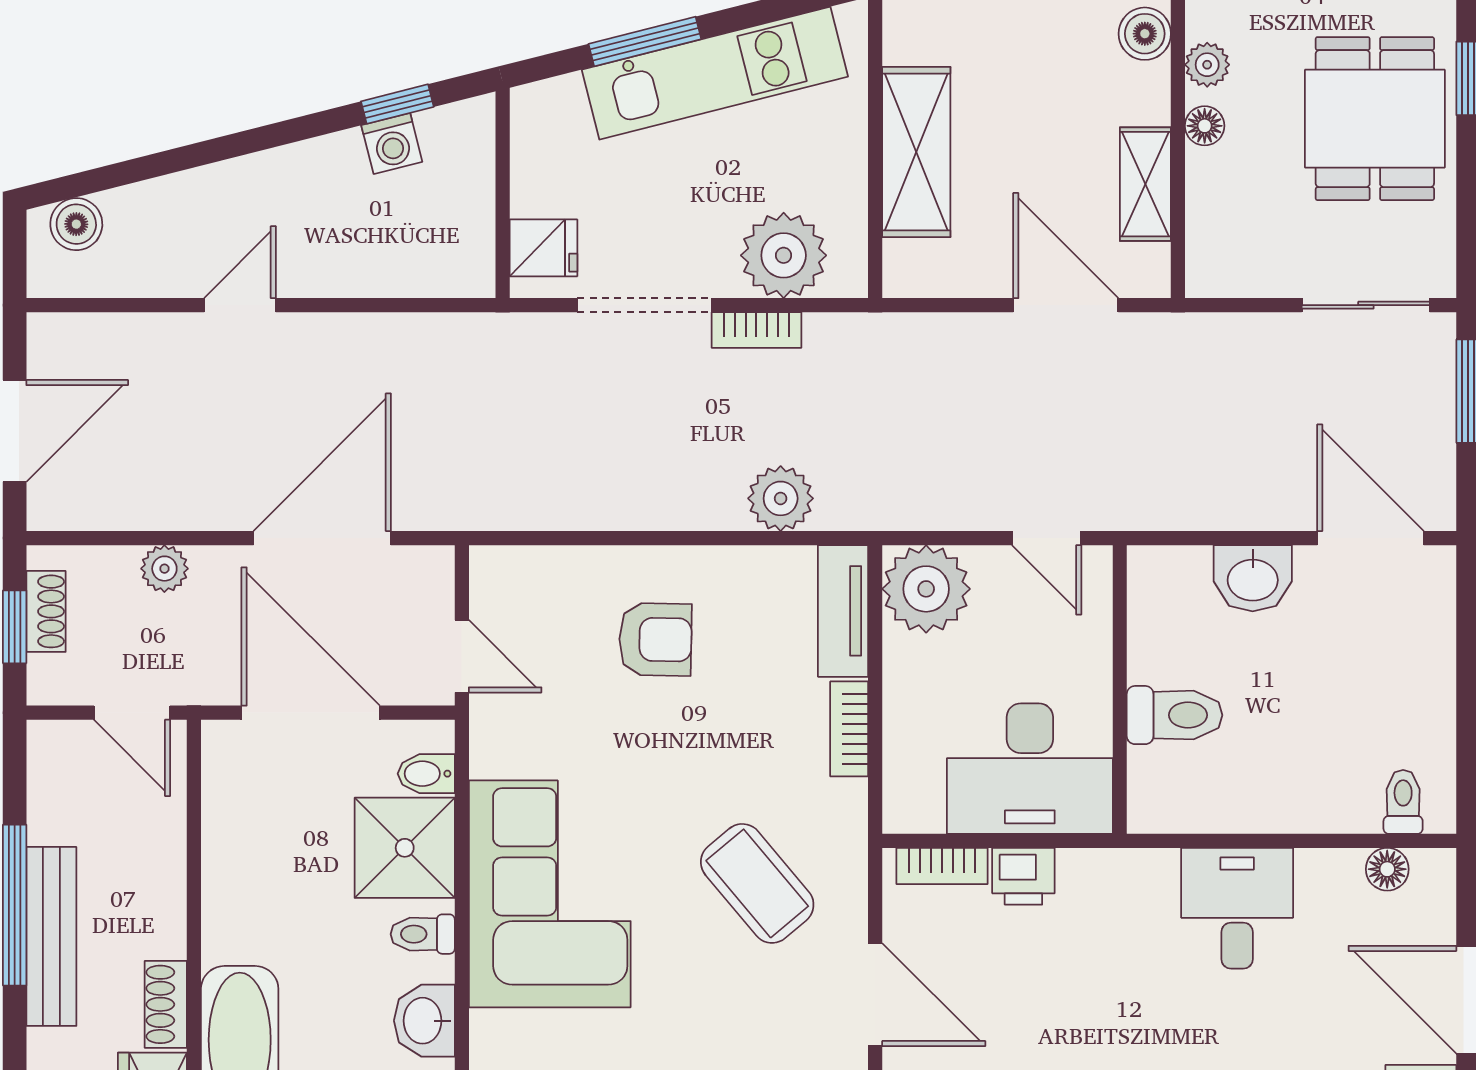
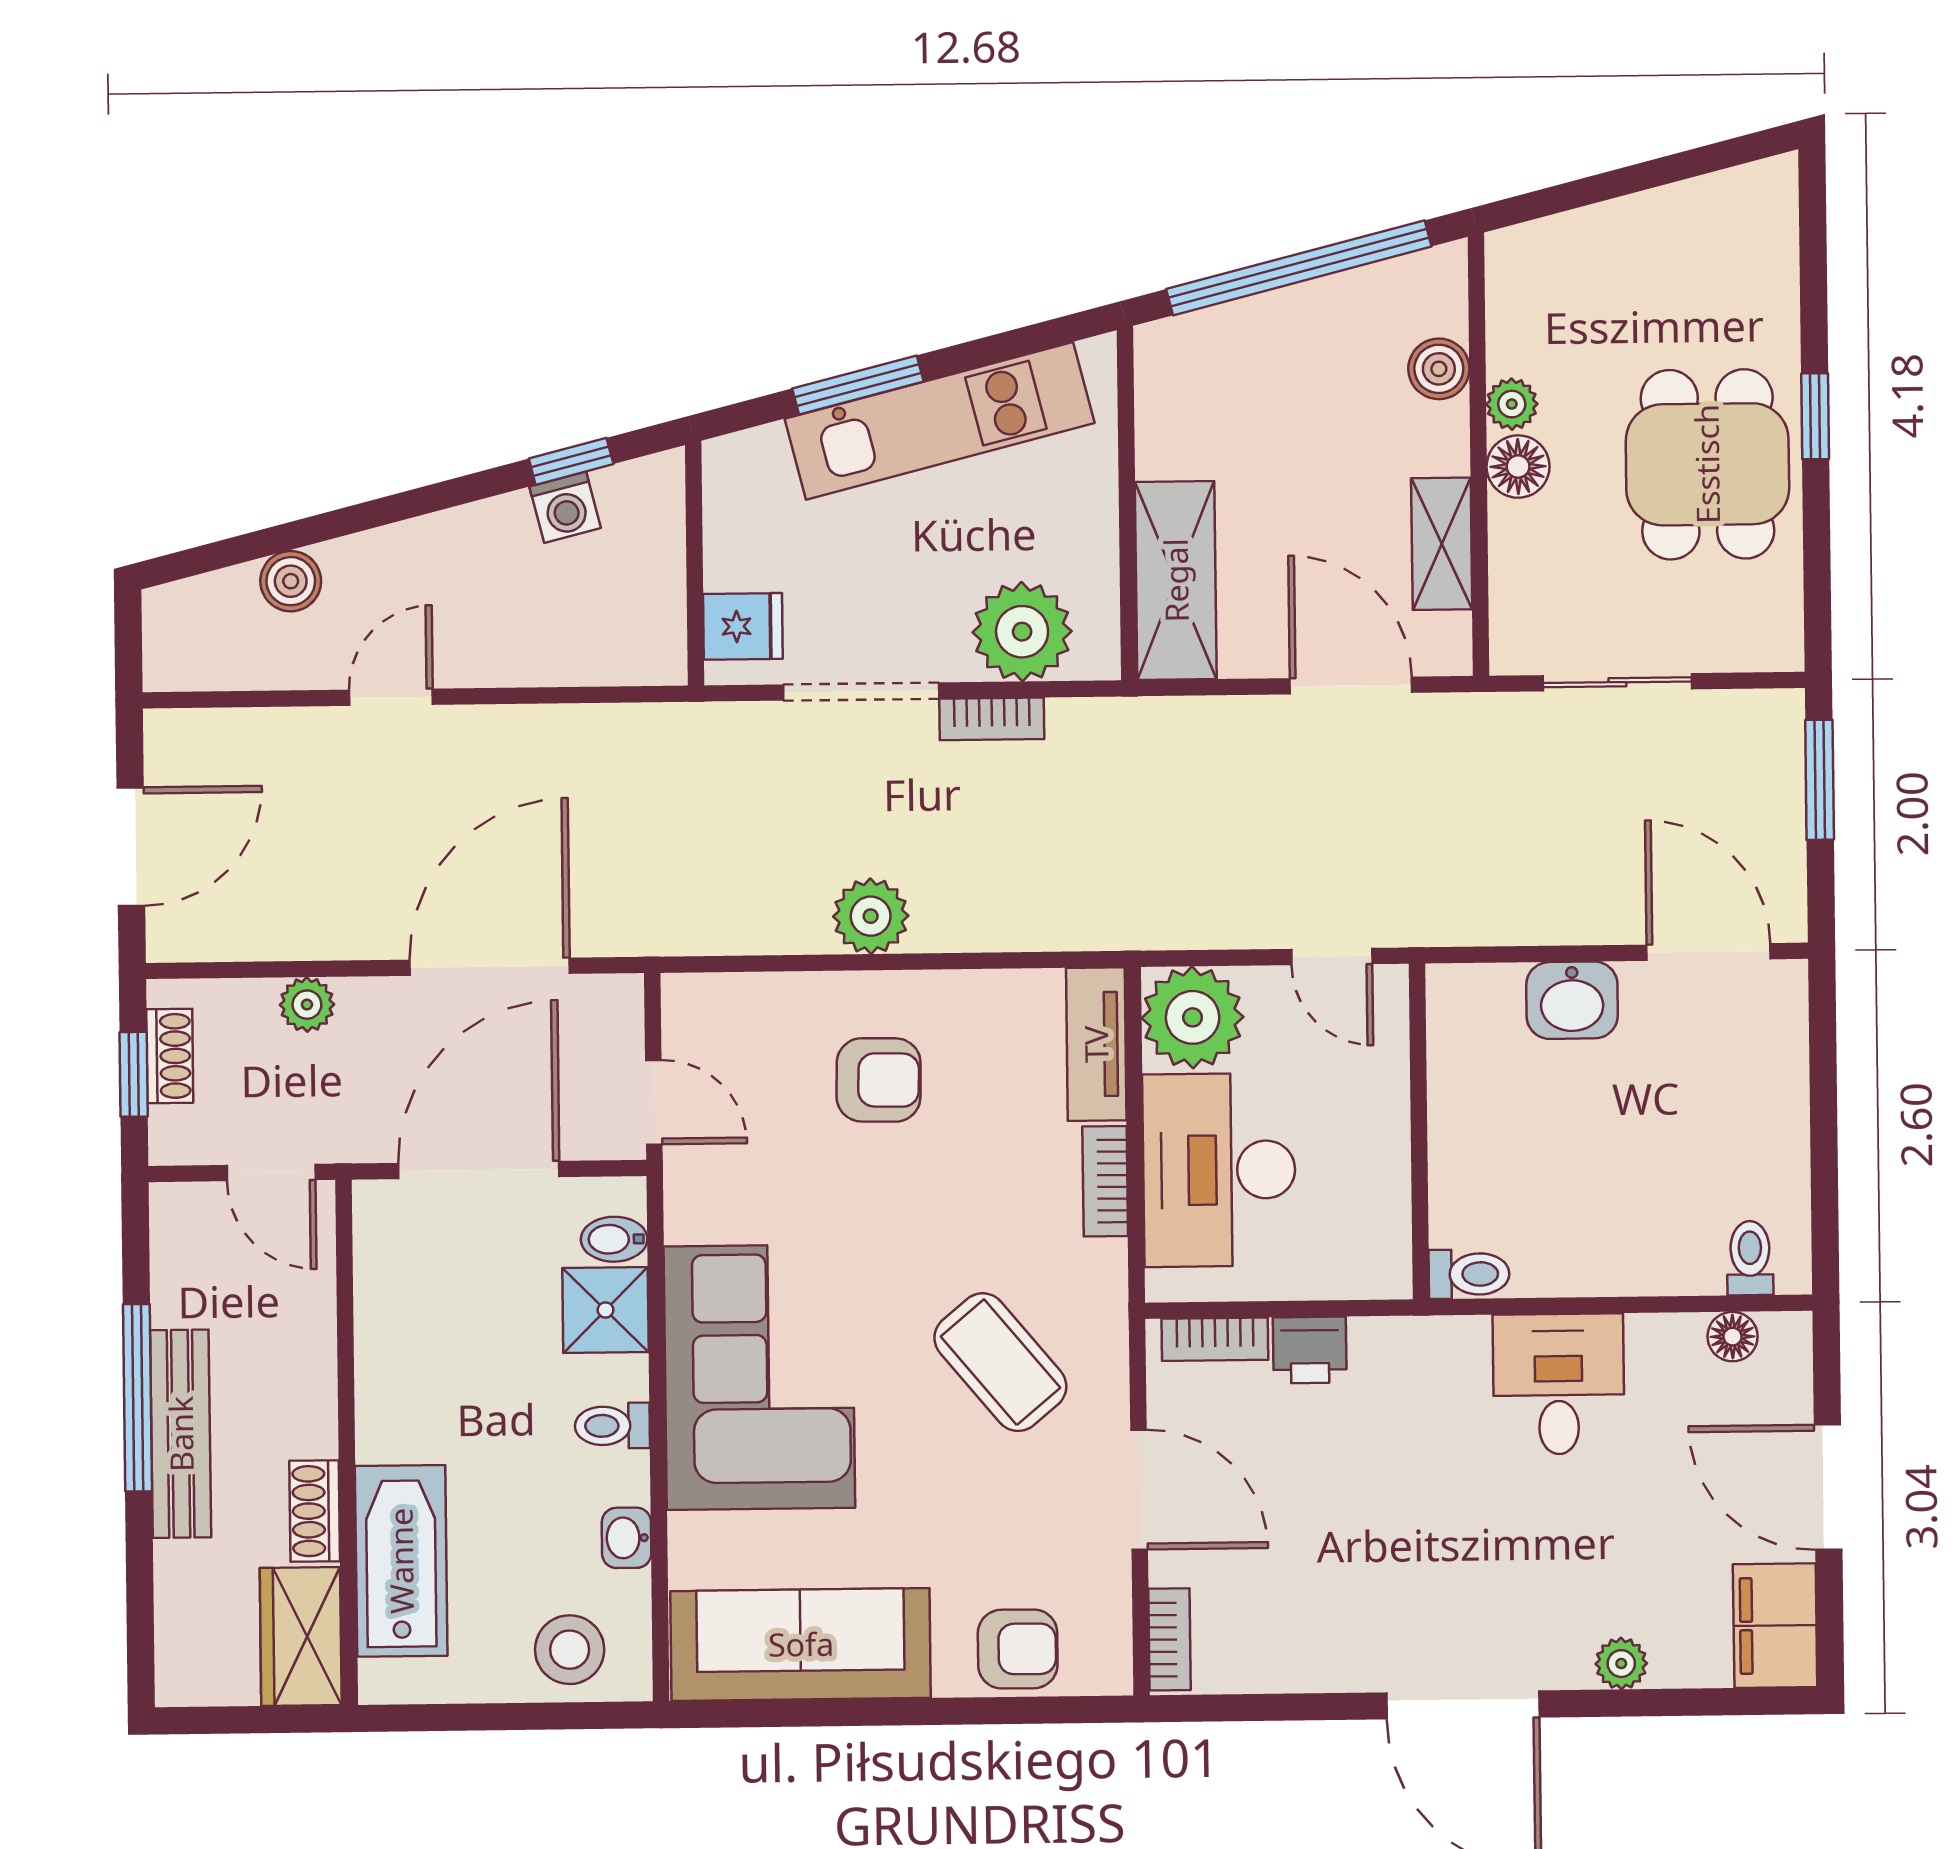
floor lamp: (1205, 126) -> (1518, 467), width x1.37, depth x1.37
shelving: (916, 152) -> (1176, 580), moved
boiler: (76, 224) -> (291, 581), moved
sliding door: (1366, 305) -> (1617, 682), moved
plant: (781, 498) -> (871, 916), moved
door: (311, 713) -> (479, 1170), hinge flipped
toilet: (1175, 715) -> (1469, 1274), moved, width x0.73, depth x0.72
desk: (1030, 769) -> (1219, 1170), moved, turned 90
shower: (405, 848) -> (605, 1310), width x0.73, depth x0.73
washbasin: (424, 1021) -> (627, 1538), width x0.72, depth x0.69

